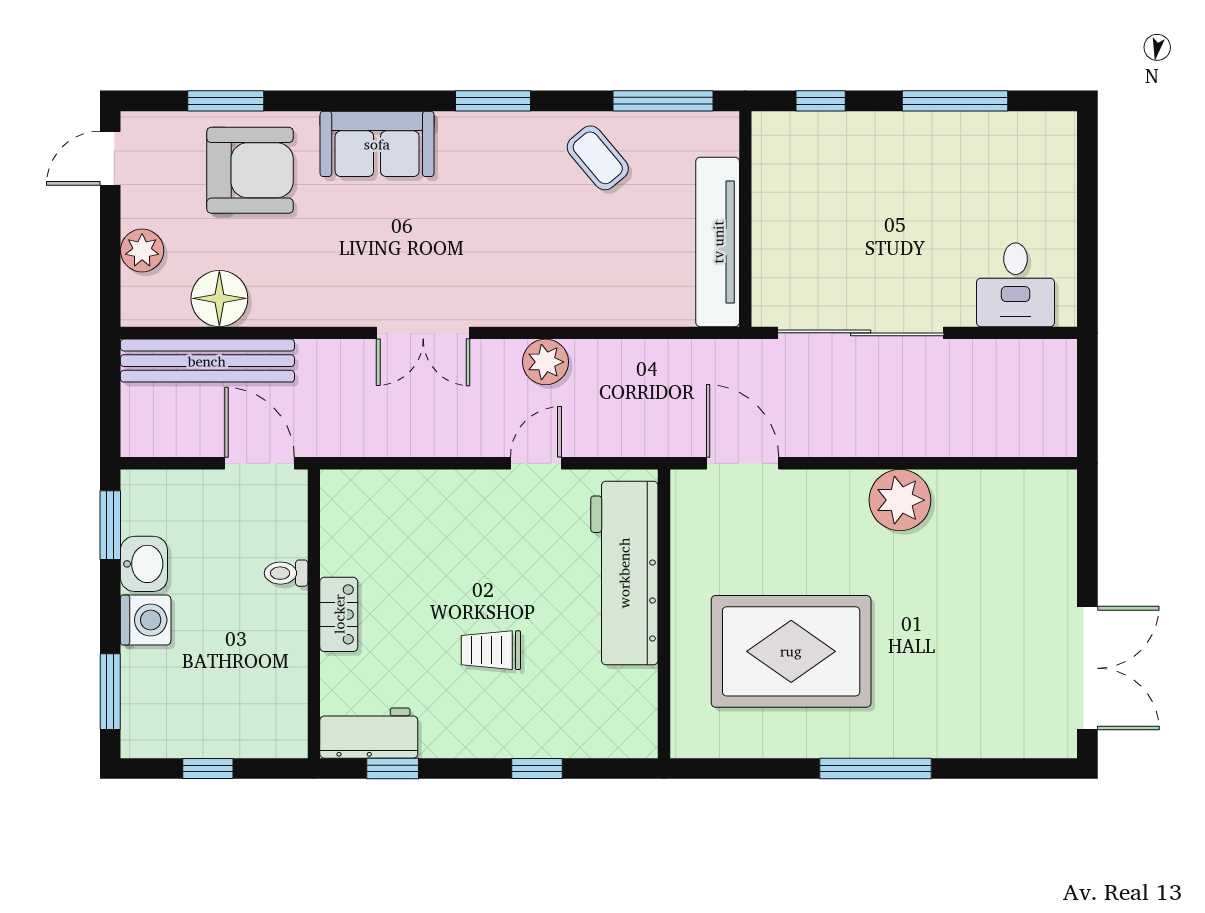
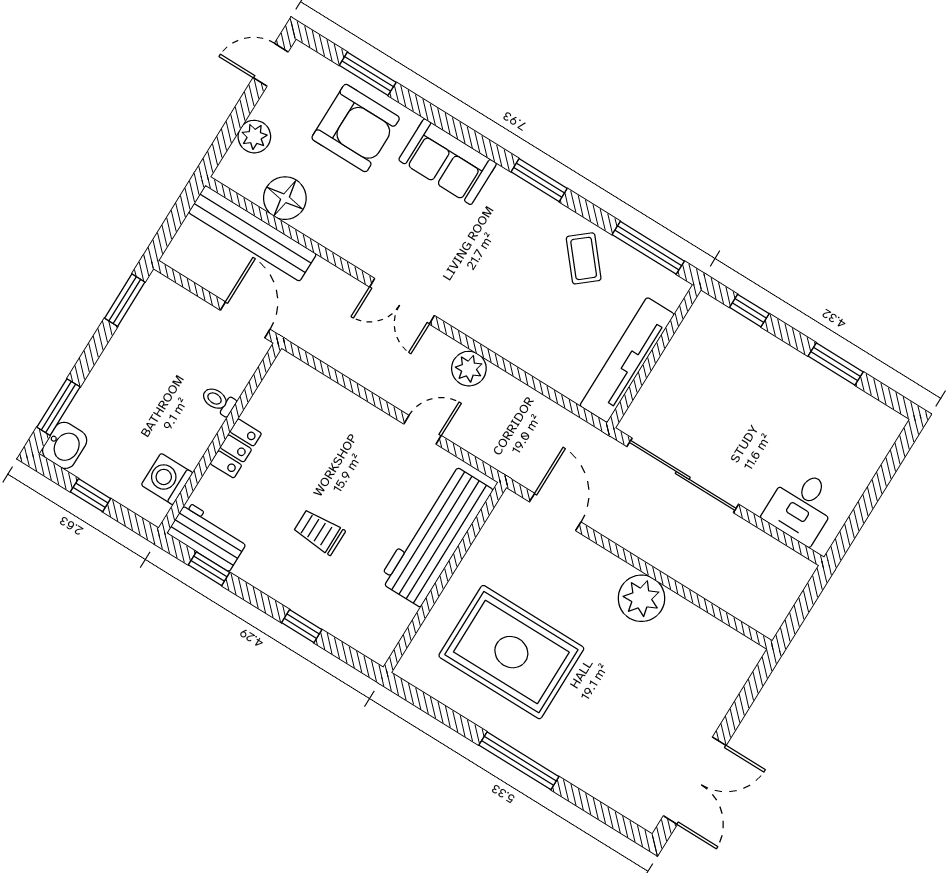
window: (955, 101) -> (836, 364), width x0.69
washbasin: (144, 564) -> (65, 445), moved
washing machine: (146, 620) -> (167, 479), moved, turned 180

